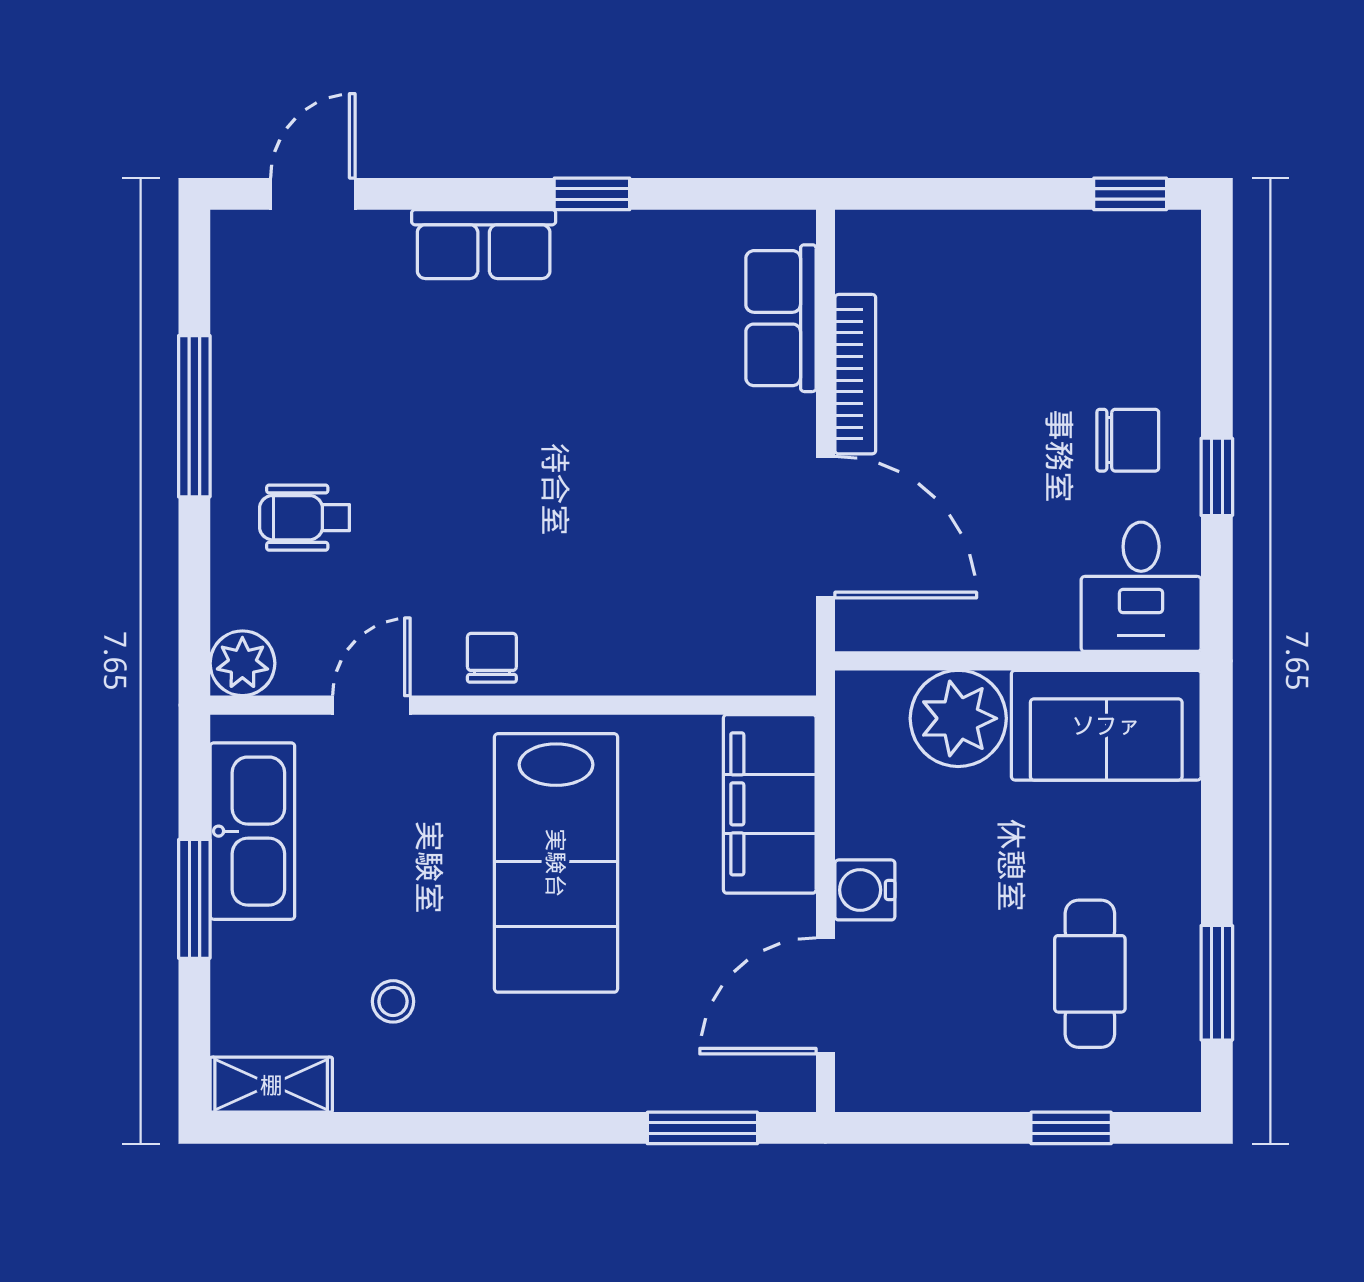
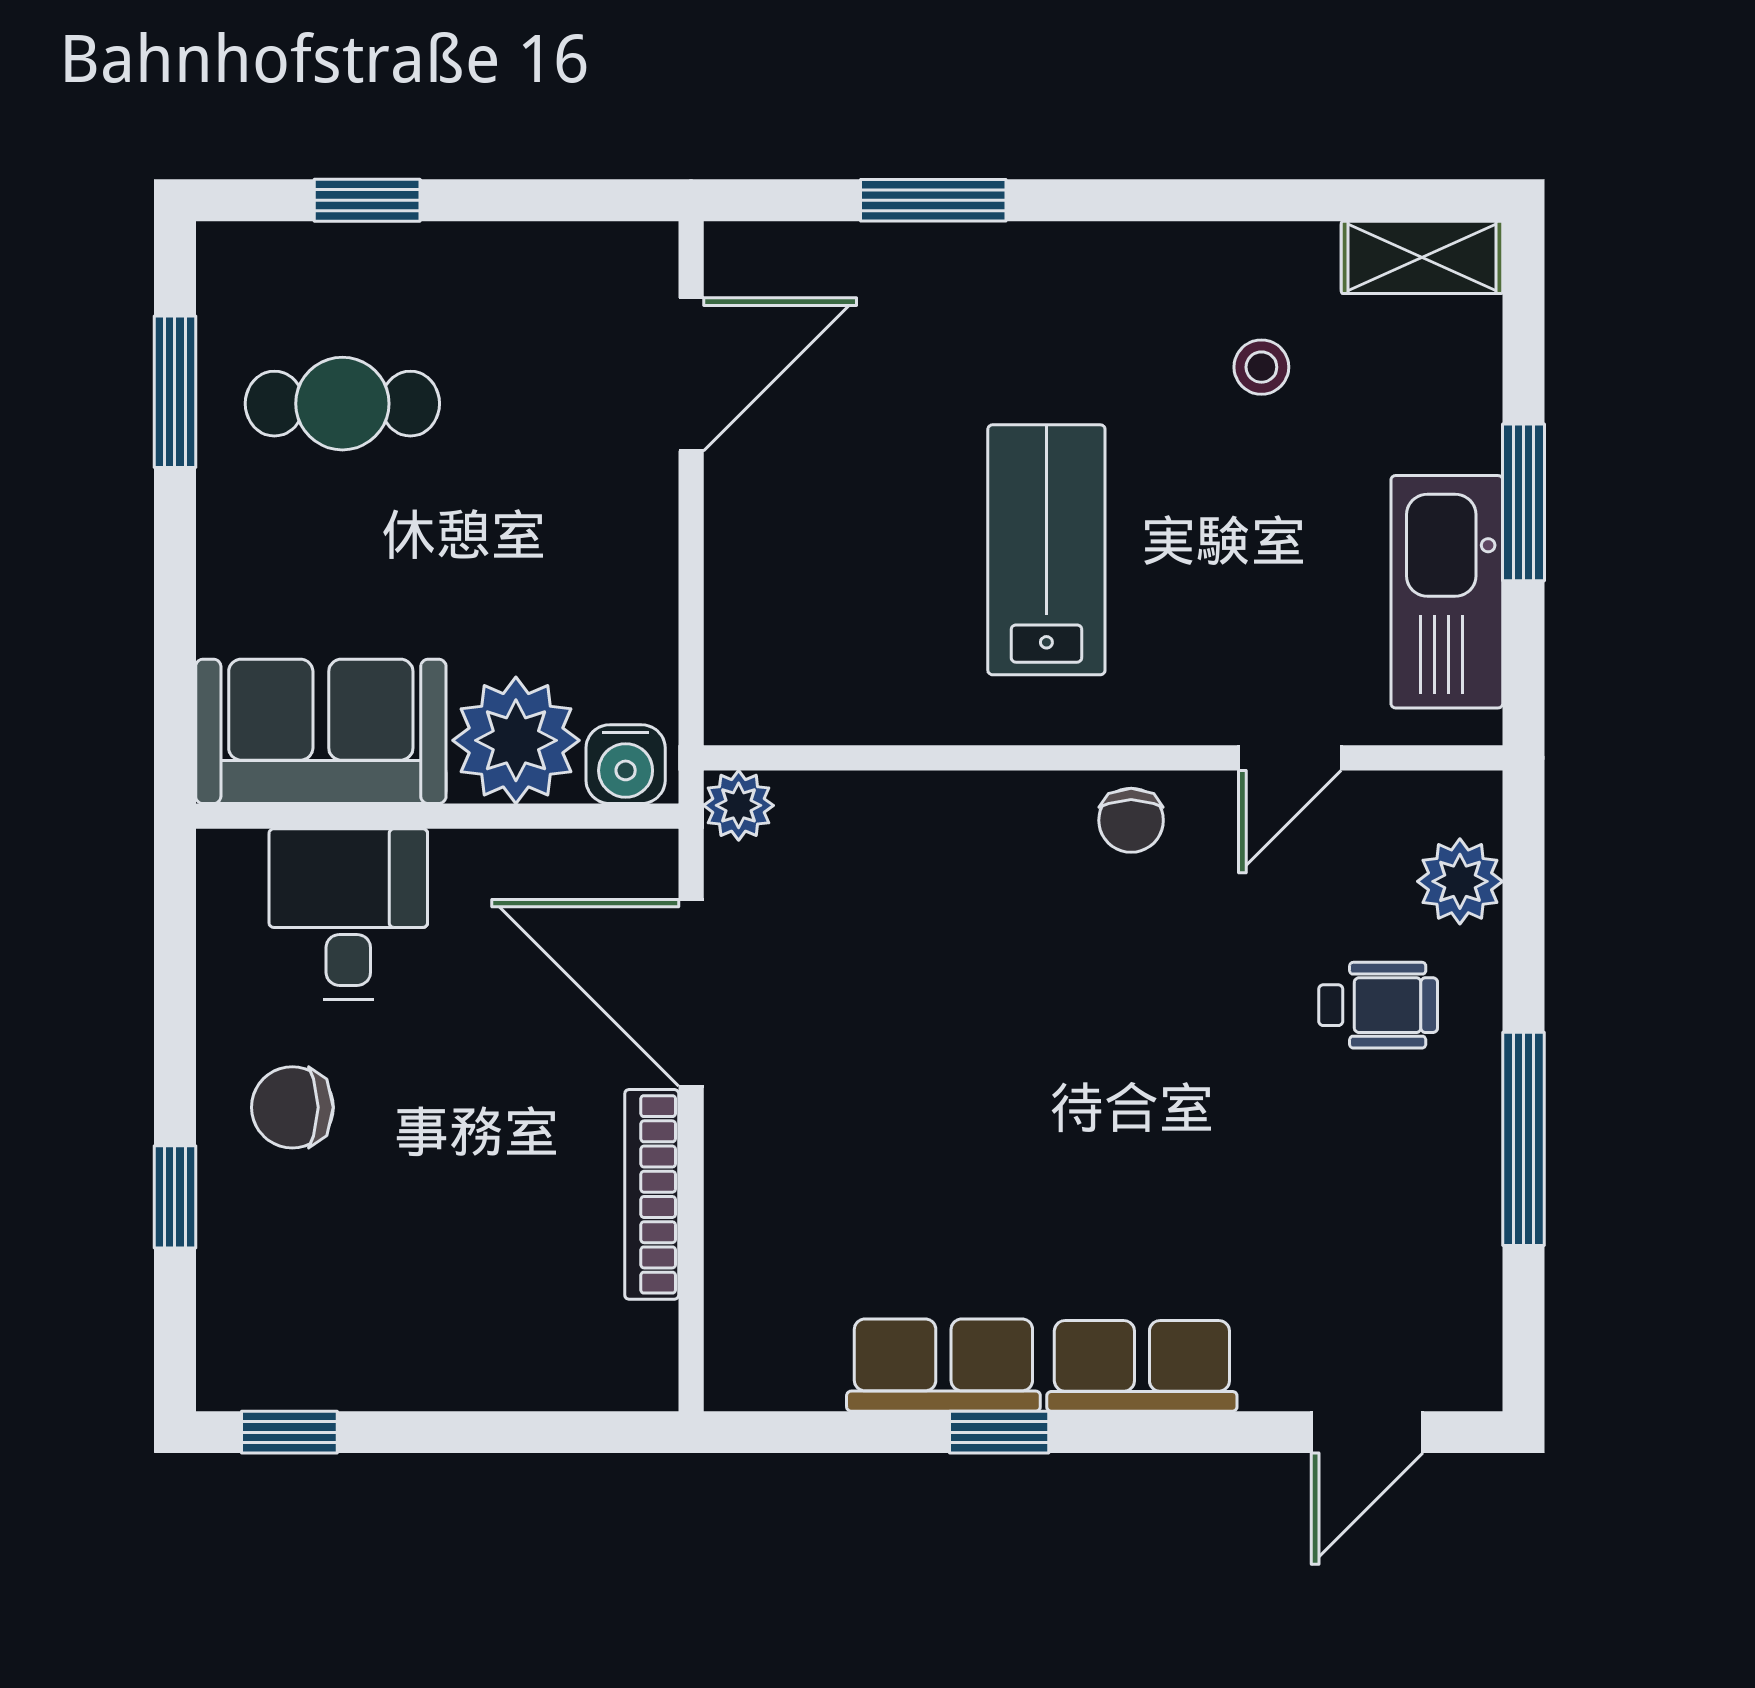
row of seats: (781, 318) -> (943, 1365), moved, turned -90
window: (1217, 477) -> (175, 1197), moved
desk: (1141, 587) -> (348, 914), moved
plant: (242, 663) -> (1460, 881), moved
plant: (789, 669) -> (739, 805), added
filing cabinet: (770, 804) -> (765, 628), removed
lab bench: (556, 863) -> (1046, 550), width x0.73, depth x0.72
water cooler: (865, 890) -> (626, 764), moved, turned 90
cafe table: (1090, 974) -> (342, 404), turned 90
window: (702, 1128) -> (933, 200), moved

